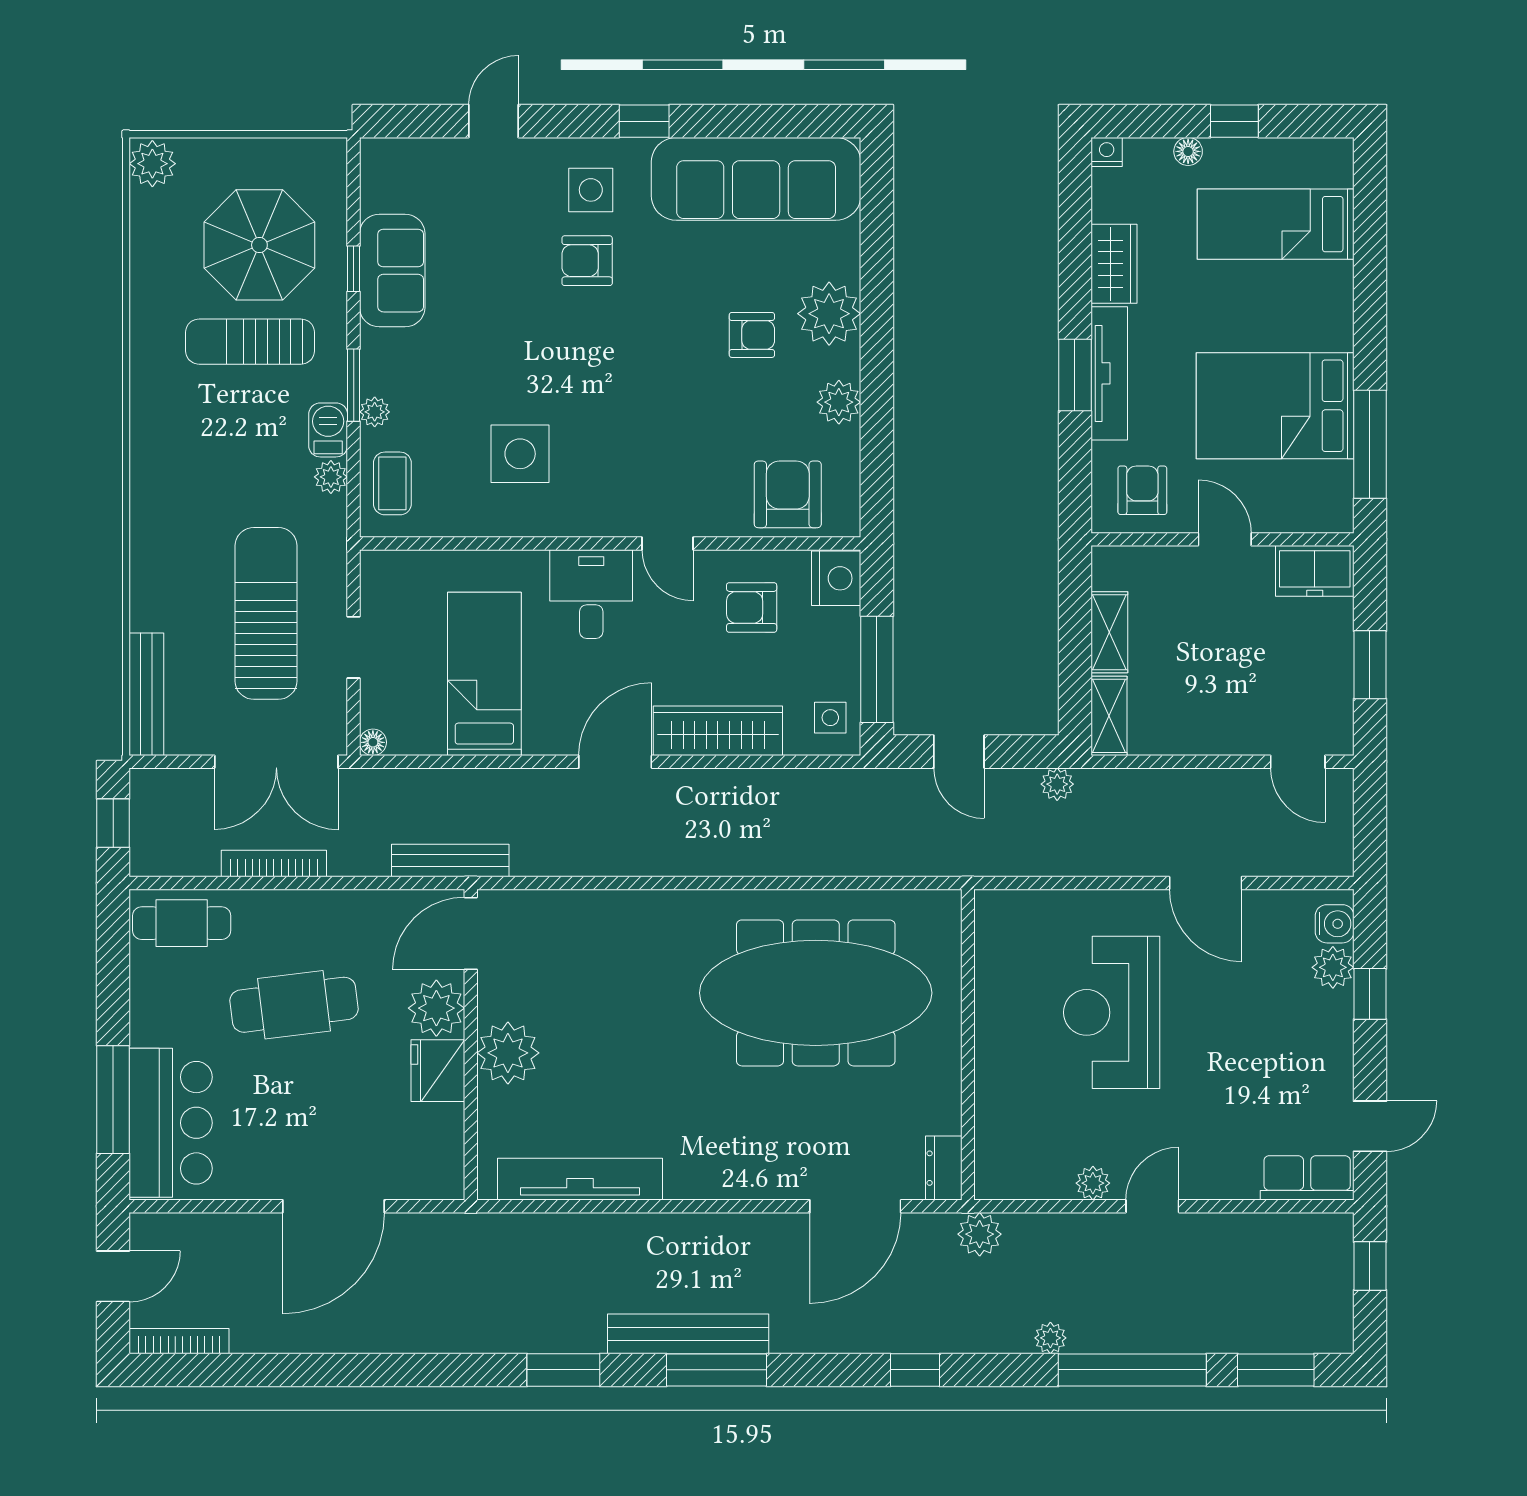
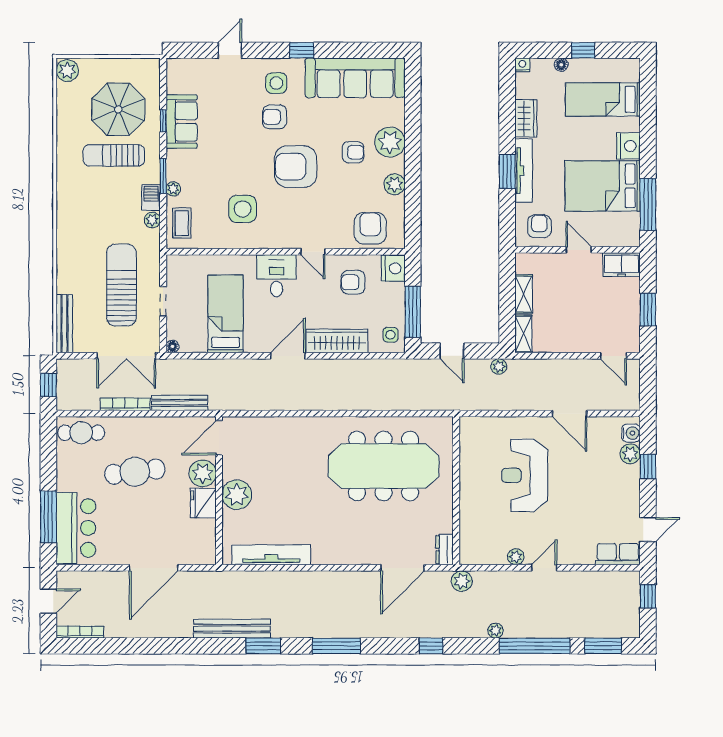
nightstand: (1329, 322) -> (628, 146), added
armchair: (631, 365) -> (296, 167), added
bench: (450, 860) -> (180, 403), moved
bench: (688, 1334) -> (232, 629), moved

